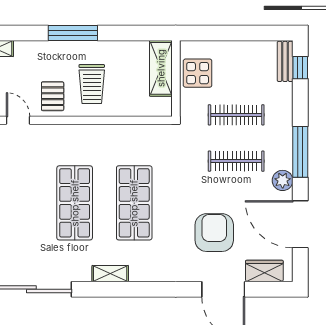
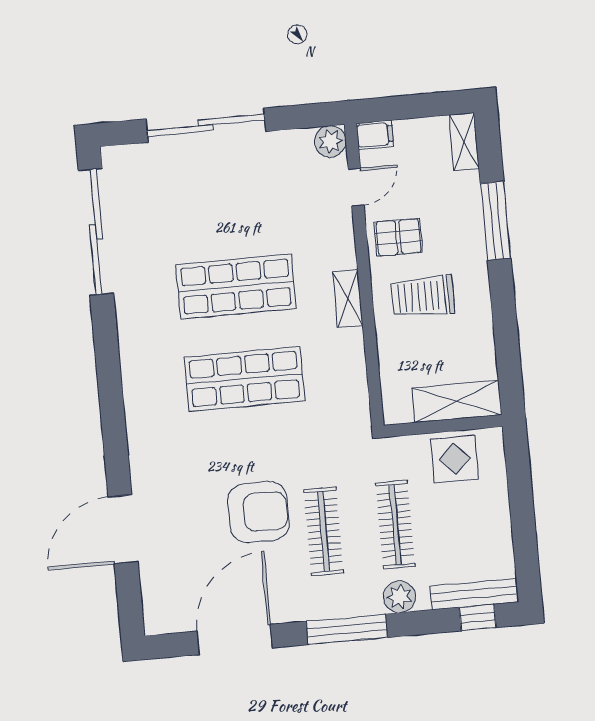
window: (73, 33) -> (496, 221), moved
bench: (285, 61) -> (474, 594), width x1.36
plant: (283, 180) -> (400, 597), moved
armchair: (214, 233) -> (258, 512), moved
wardrobe: (264, 271) -> (157, 591), removed
shelving: (110, 274) -> (348, 299), moved

